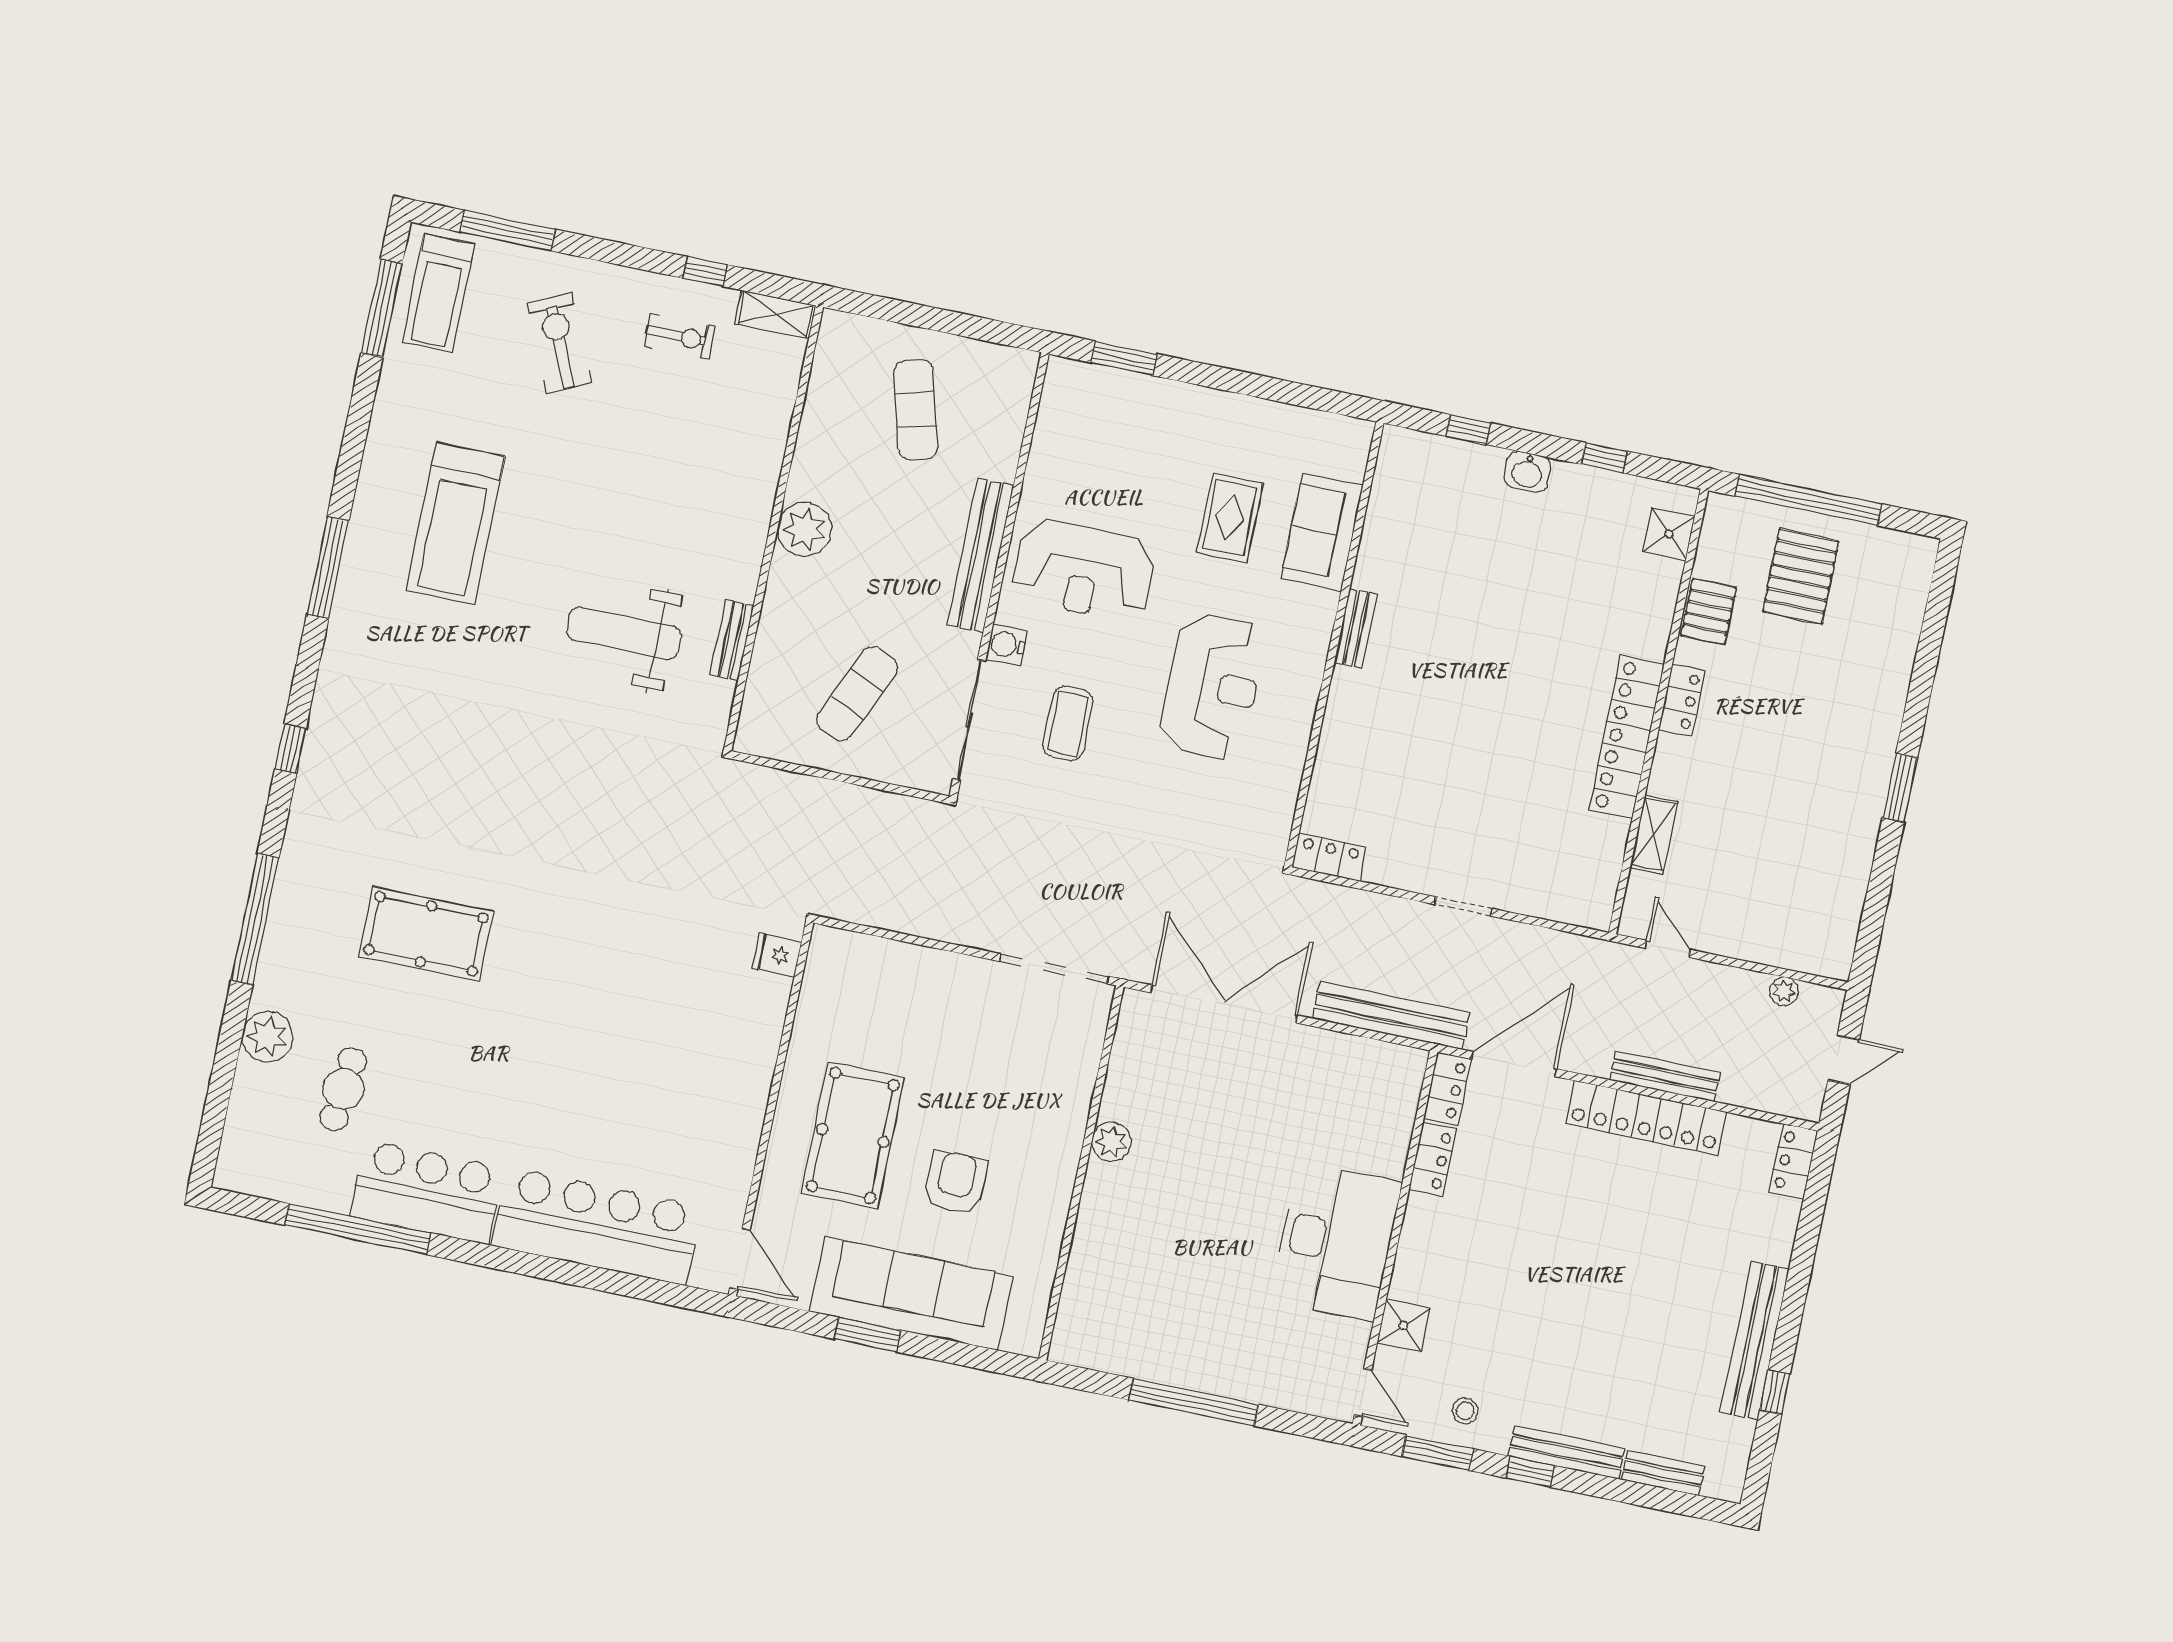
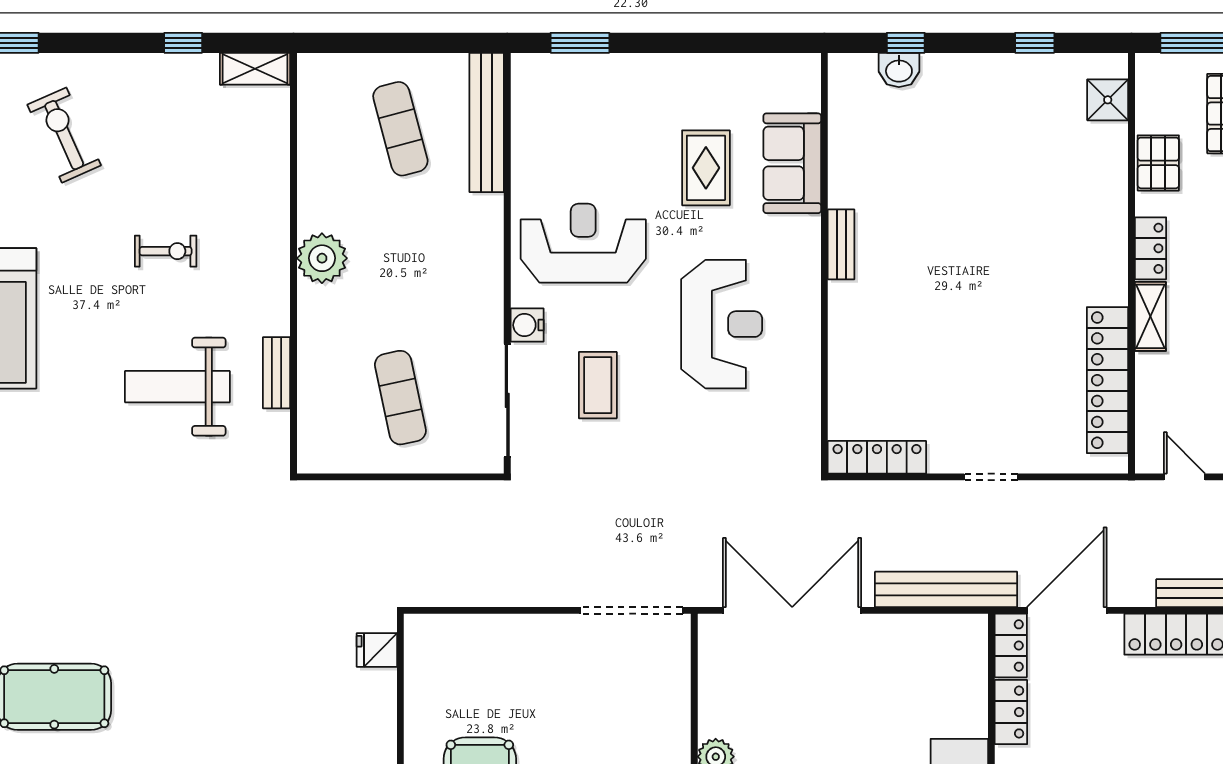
exercise bike: (679, 336) -> (166, 251), moved
washbasin: (1527, 472) -> (899, 70), moved
bench: (980, 555) -> (487, 122), moved
reception desk: (1084, 571) -> (583, 243), turned 180
exercise mat: (857, 694) -> (400, 398), turned -36
locker: (1627, 737) -> (1108, 380), moved
shelving: (1654, 834) -> (1150, 316), moved
locker: (1329, 857) -> (877, 457), width x1.53

